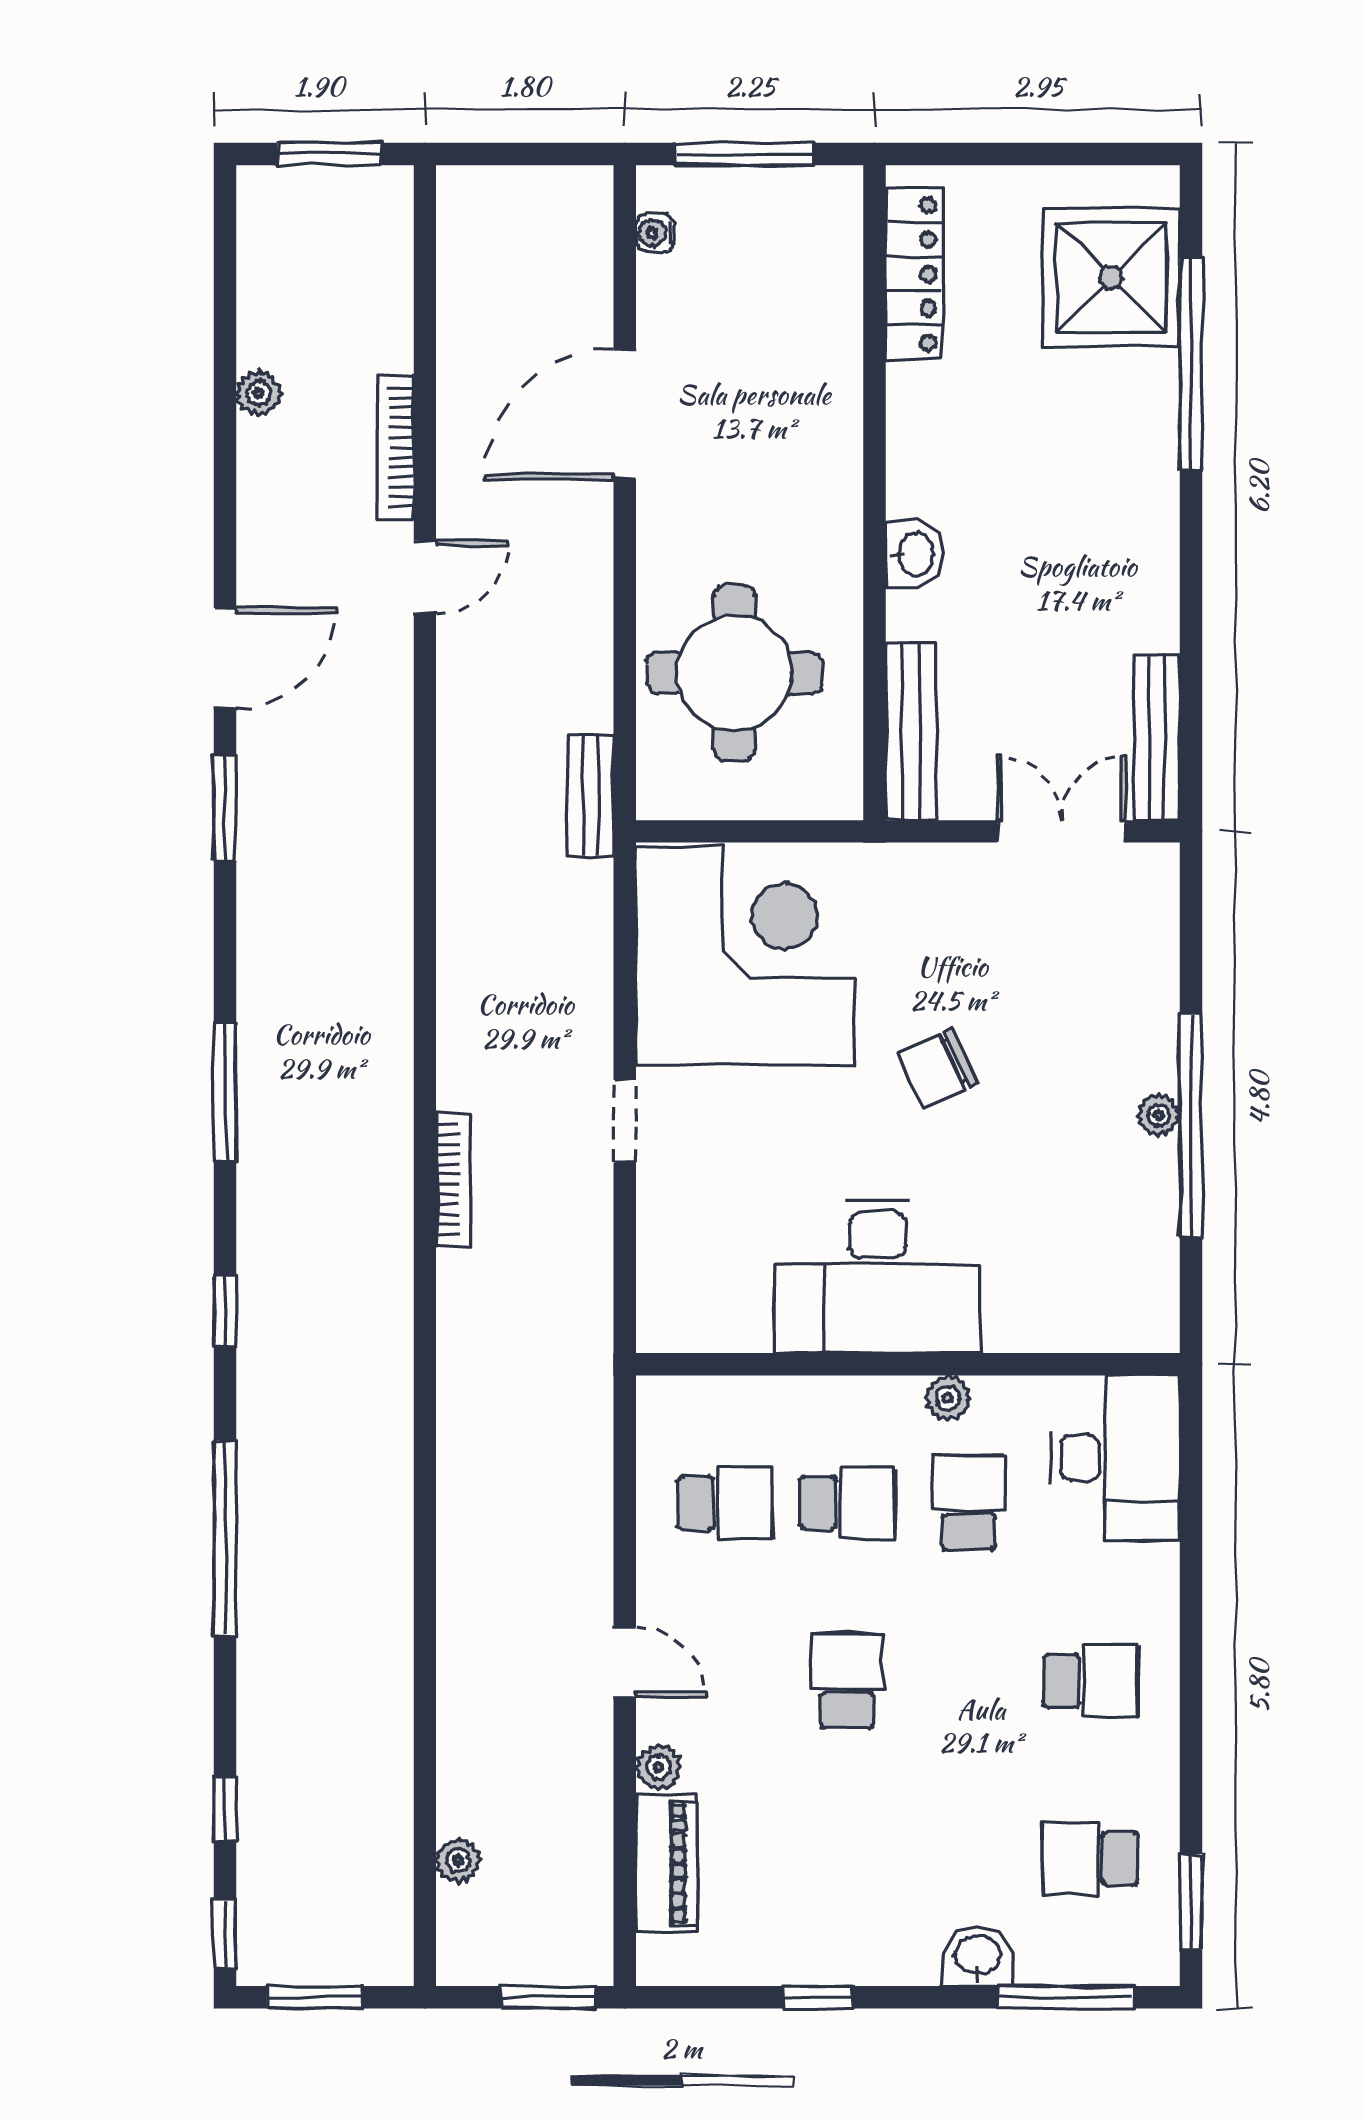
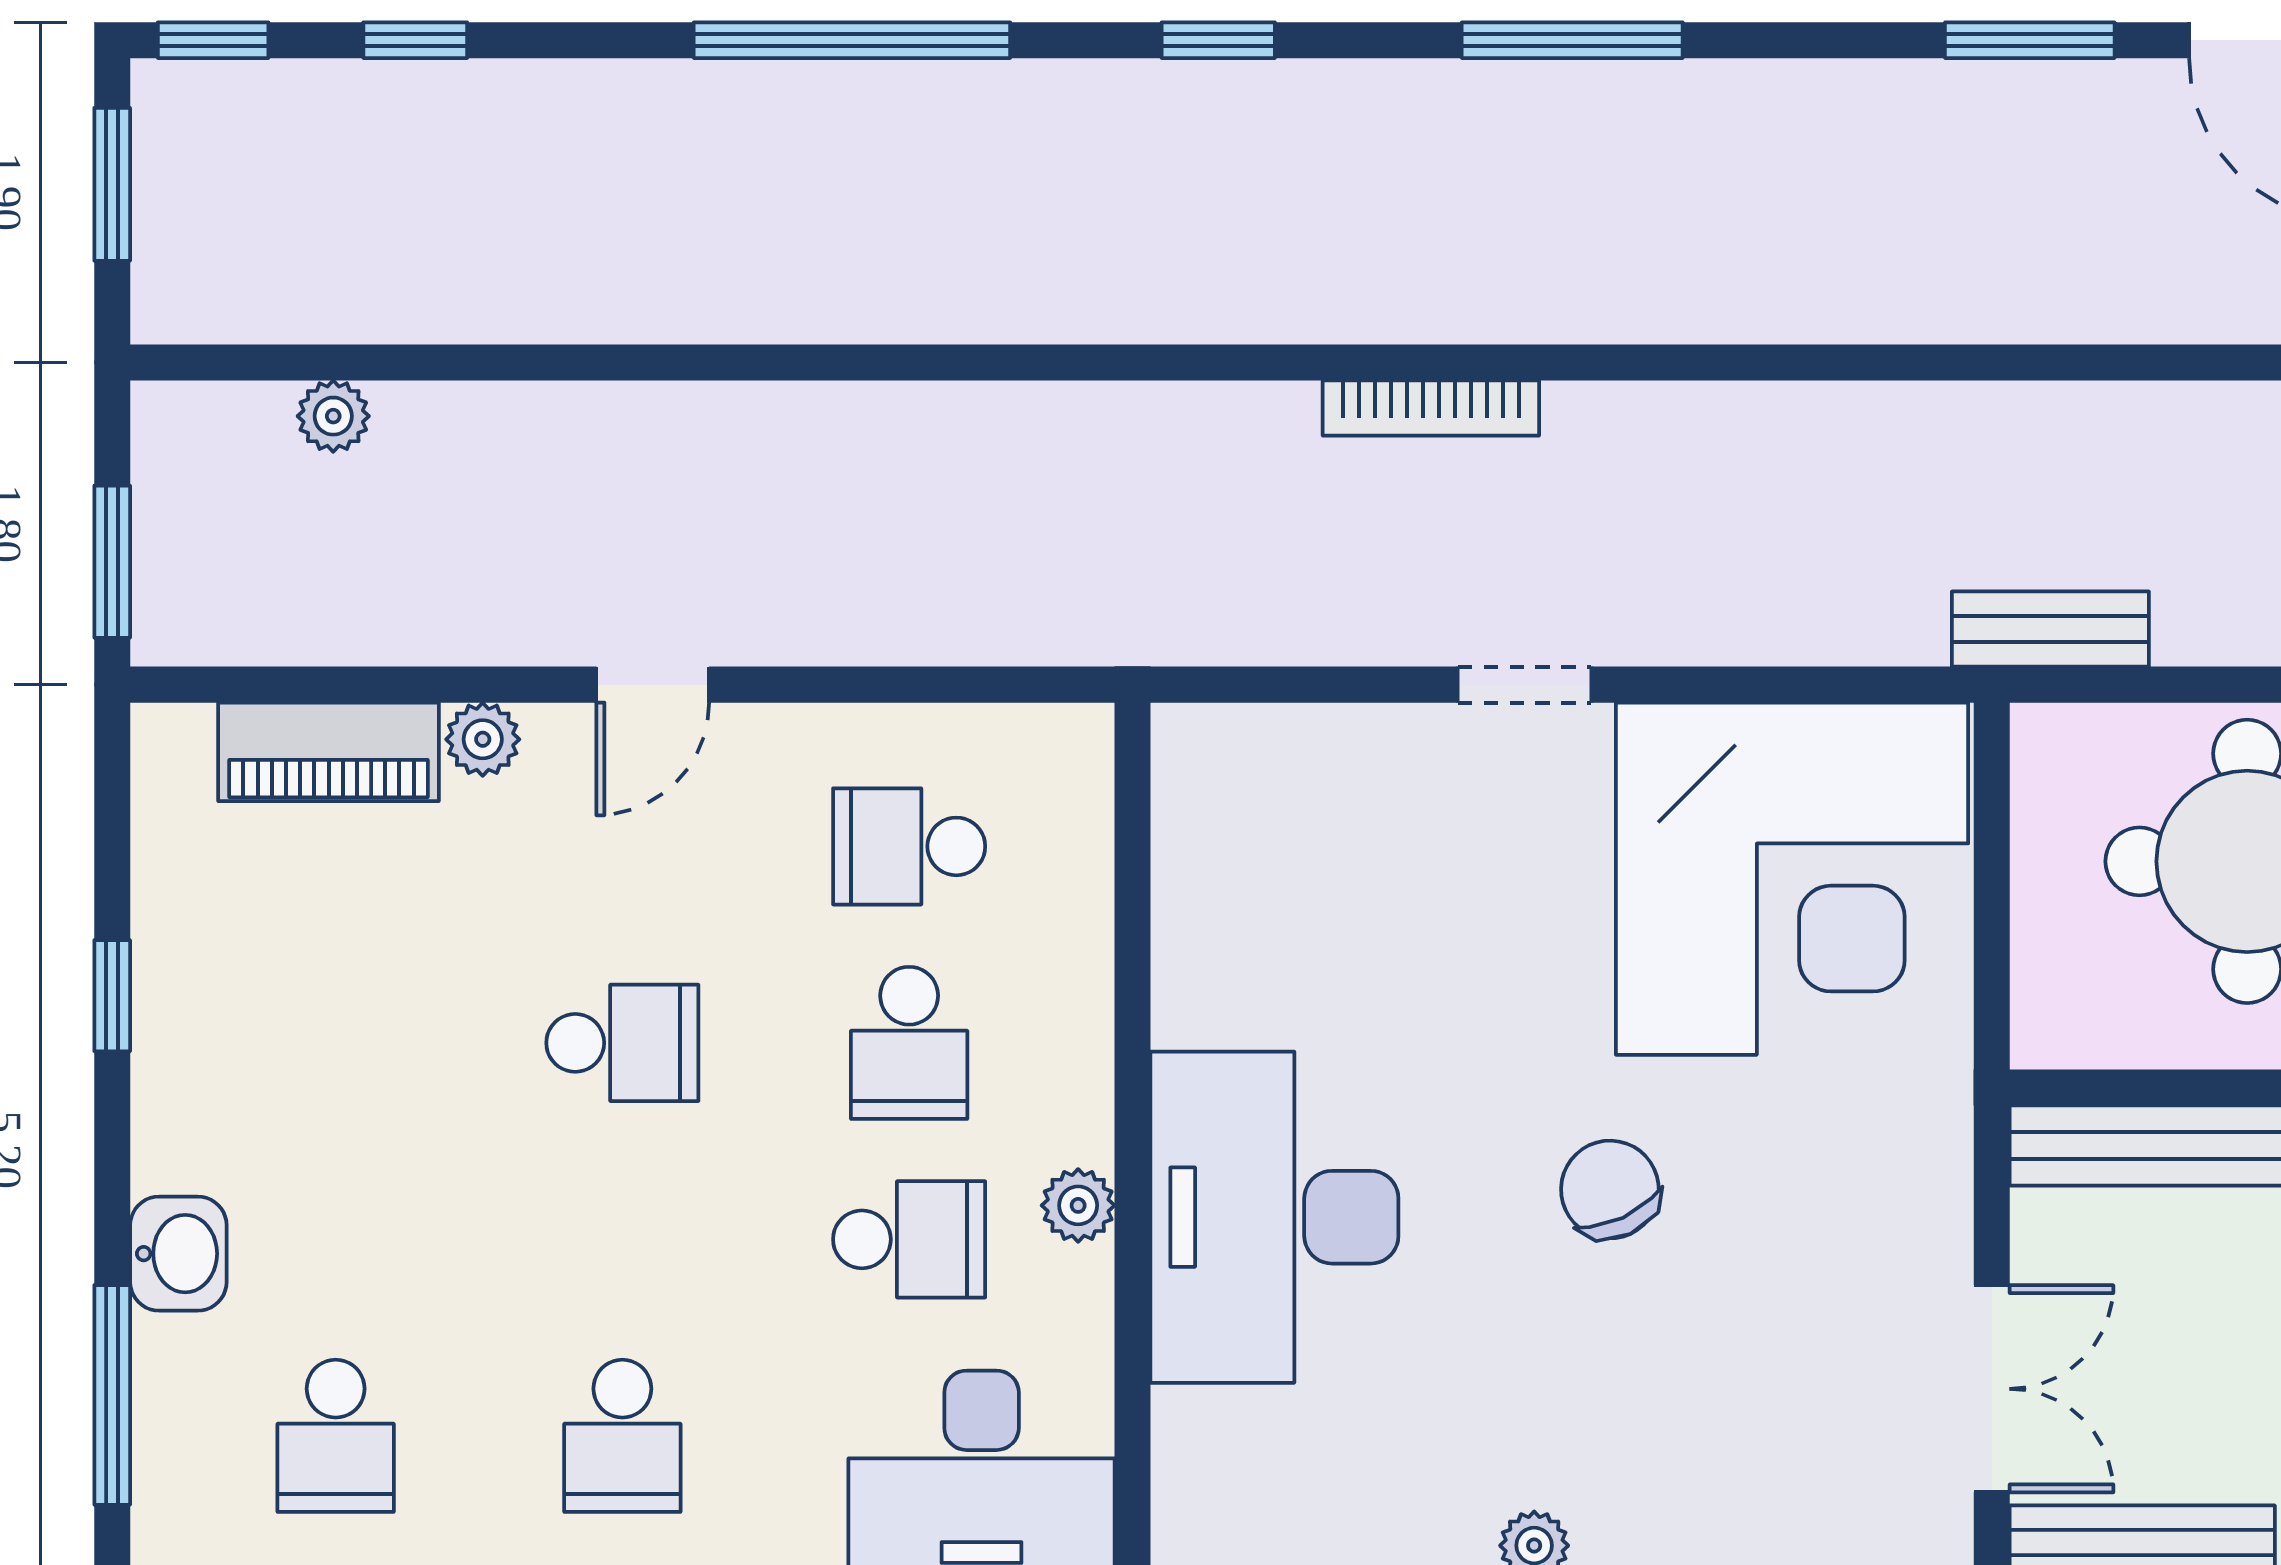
desk: (878, 1276) -> (1274, 1217), moved
school desk: (725, 1503) -> (909, 846), turned 90
school desk: (1091, 1859) -> (336, 1436), turned 180

